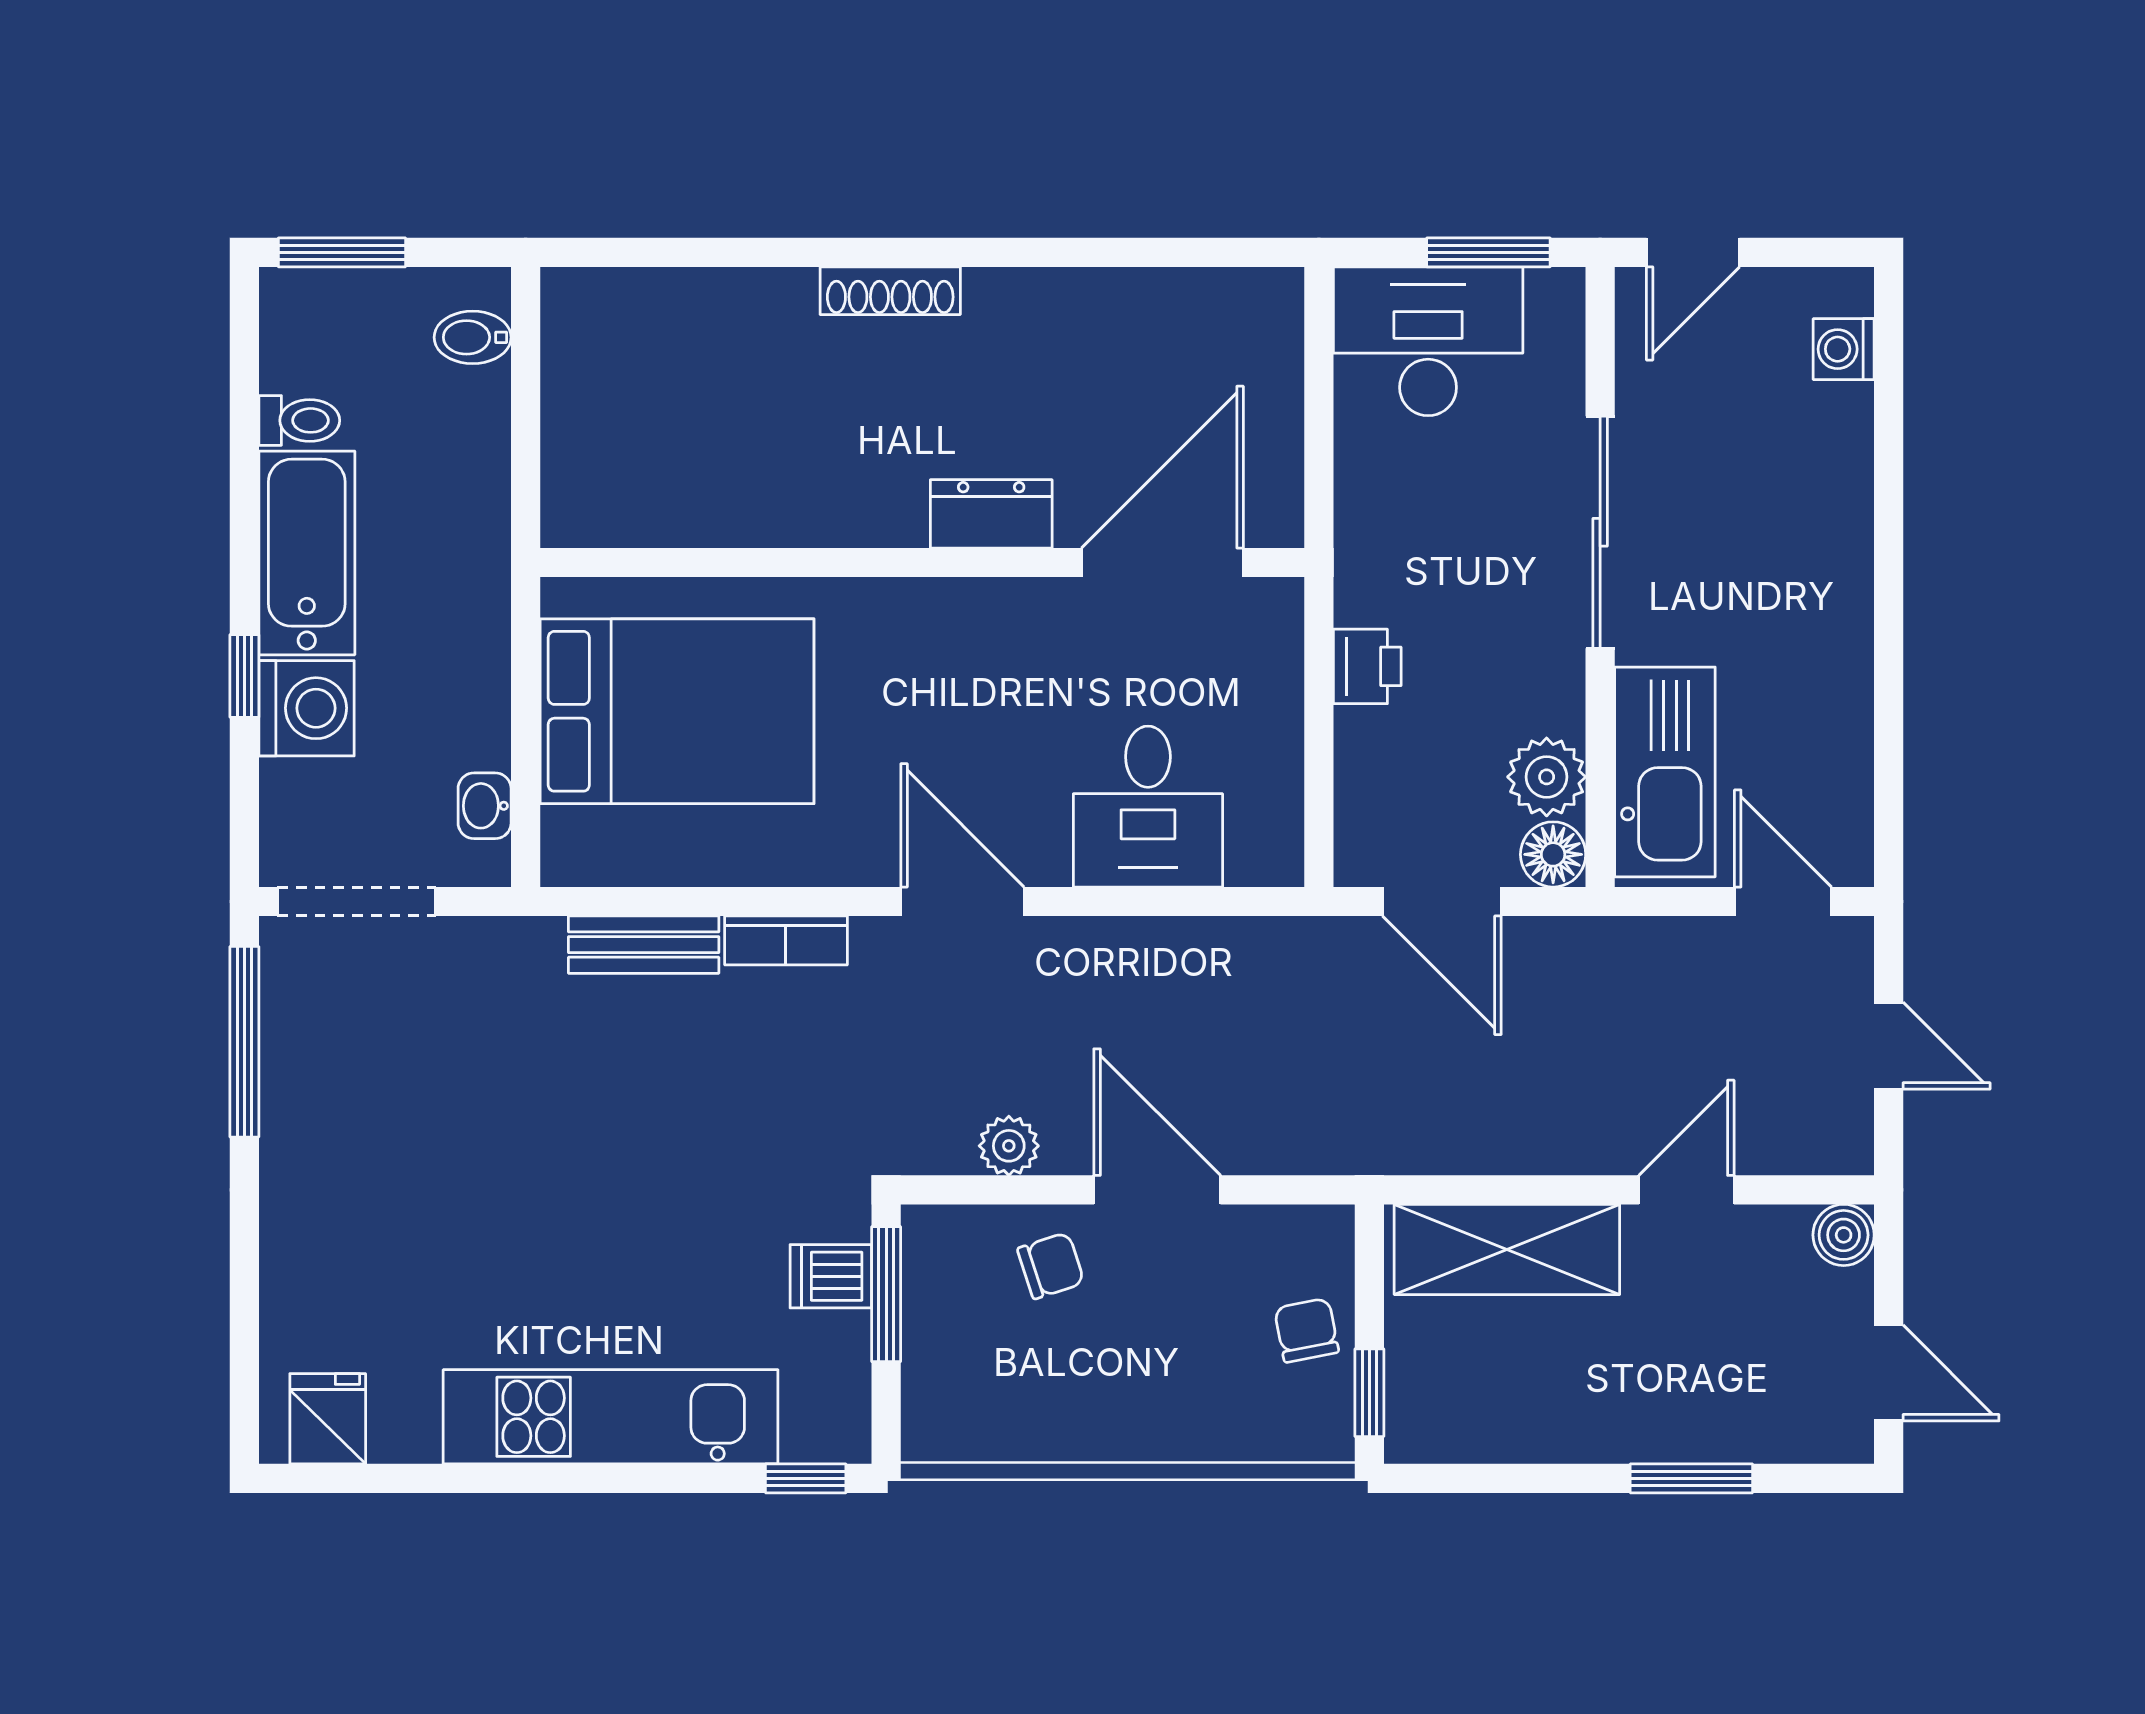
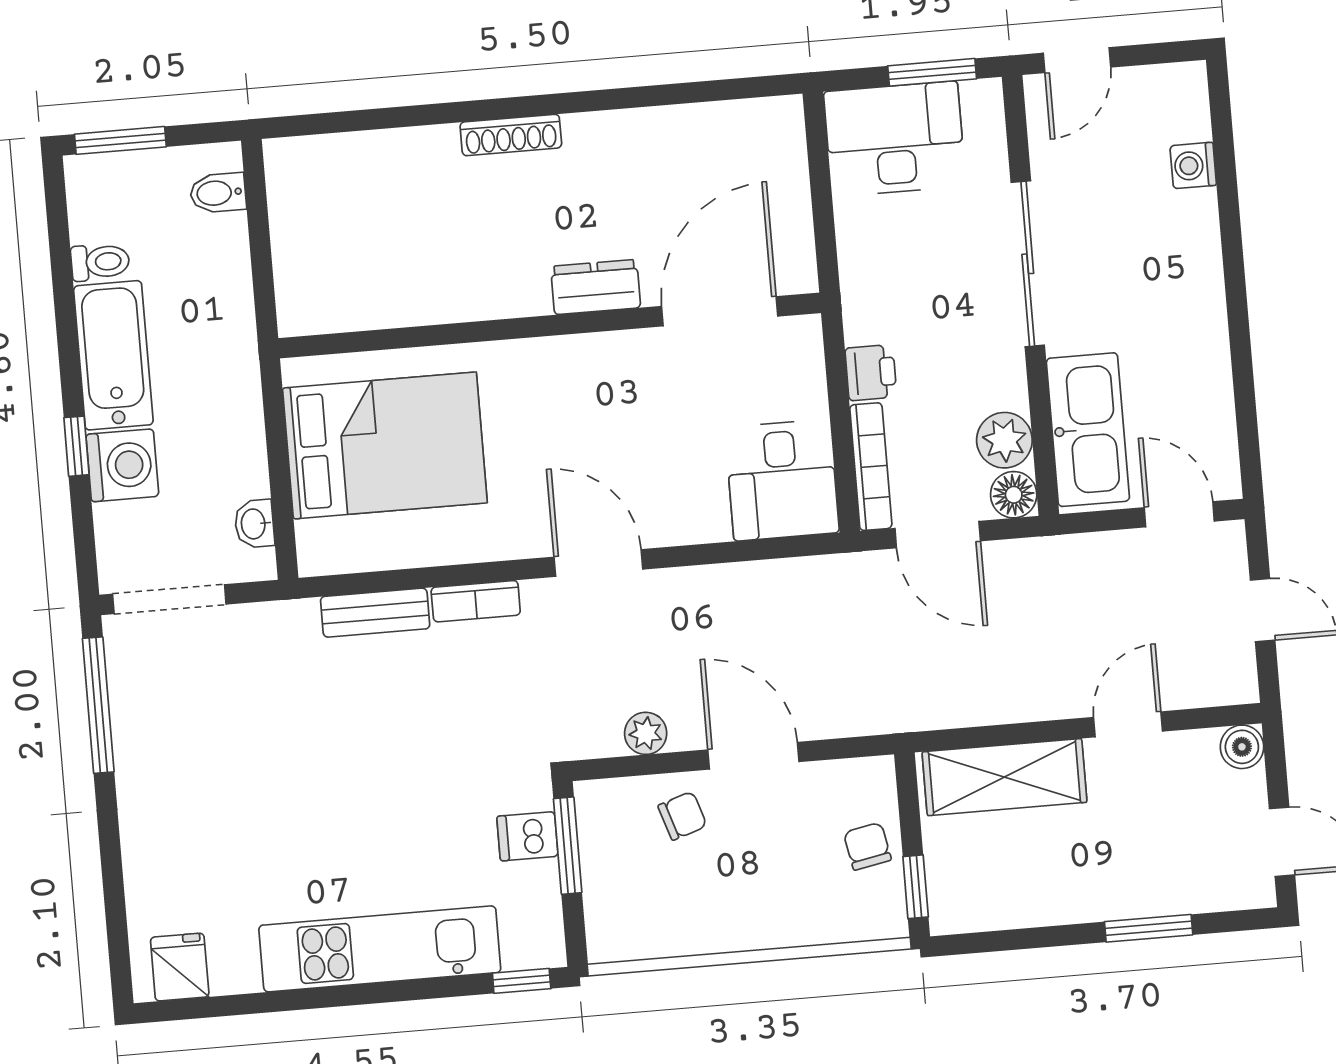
washing machine: (1844, 349) -> (1193, 165), moved
bookcase: (1356, 798) -> (871, 467), added
desk: (1148, 807) -> (782, 480), moved

